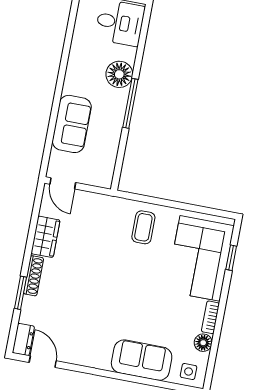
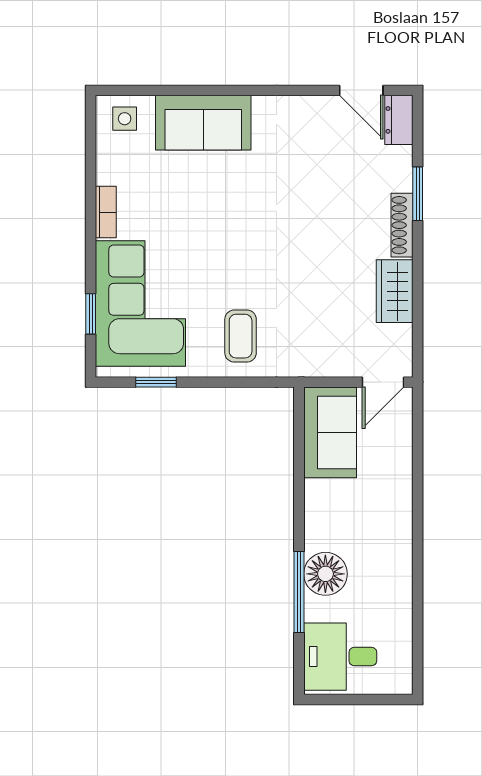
window: (130, 103) -> (299, 592), moved
sofa: (72, 124) -> (330, 433), moved, turned 180
door: (63, 183) -> (383, 382), swing flipped
window: (200, 209) -> (156, 382), added
floor lamp: (203, 343) -> (110, 169), removed

